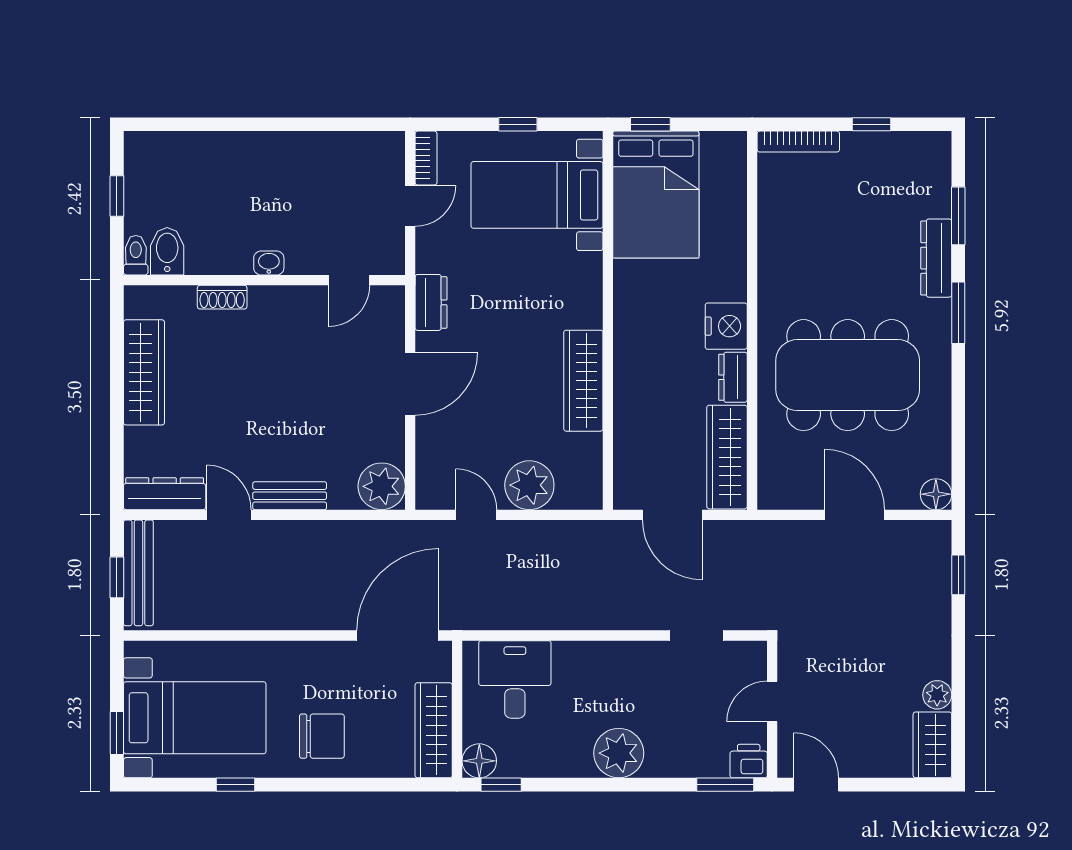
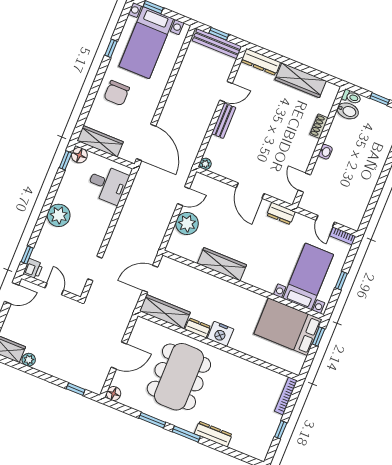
window: (958, 216) -> (152, 420), moved
plant: (382, 486) -> (205, 164), width x0.53, depth x0.53
dresser: (165, 494) -> (261, 62), moved, turned 90
window: (725, 785) -> (27, 255), width x0.67

